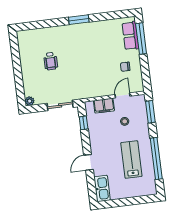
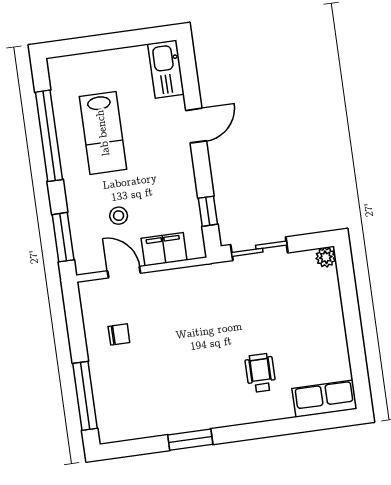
window: (79, 20) -> (190, 440), moved
row of seats: (130, 36) -> (324, 399), moved, turned -90
wheelchair: (51, 61) -> (260, 373), moved
door: (122, 95) -> (124, 272), swing flipped

